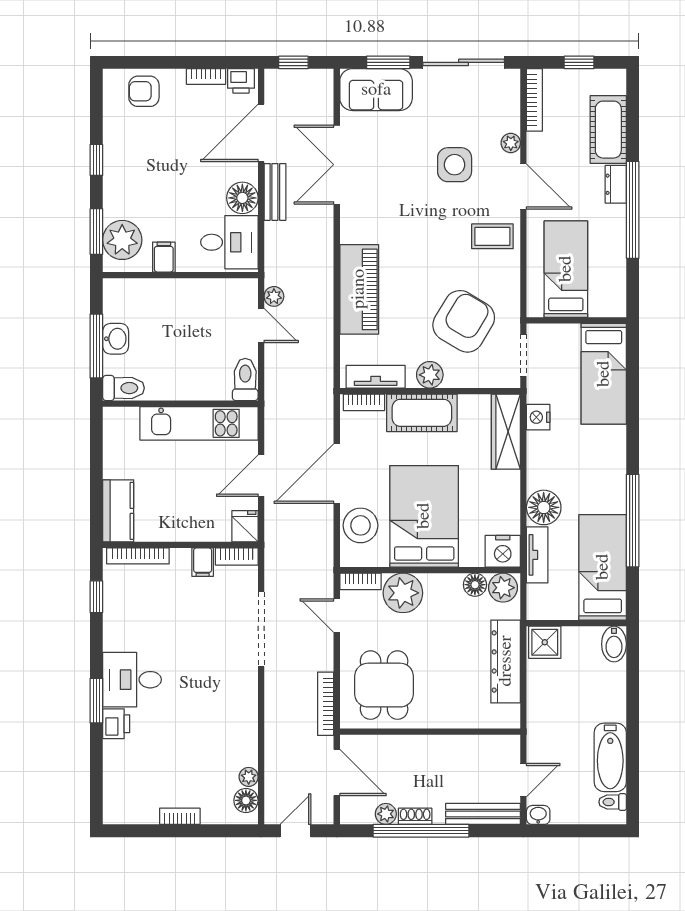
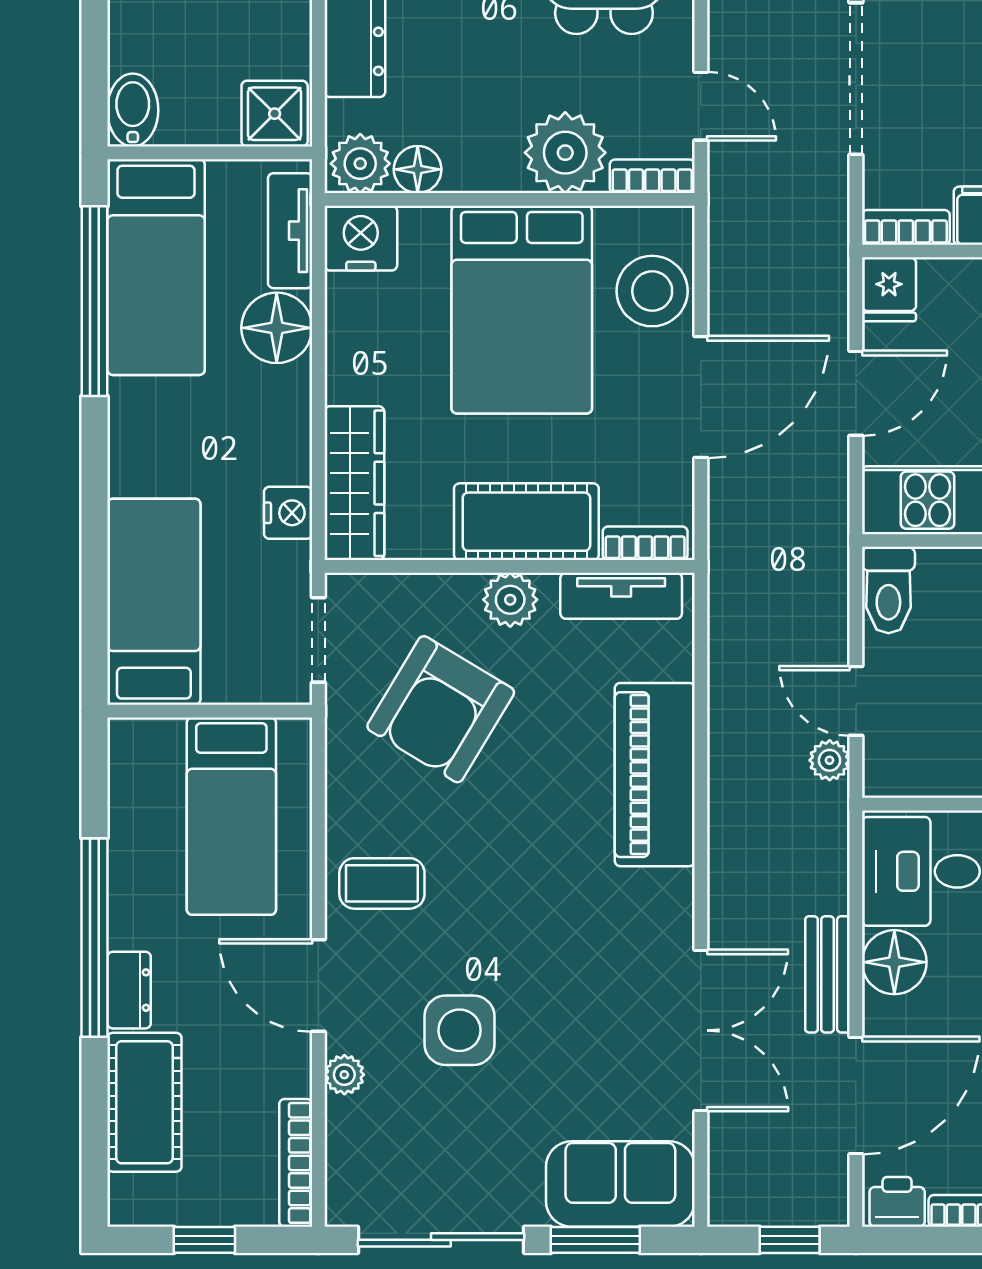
bed: (603, 567) -> (156, 267), moved
wall: (576, 623) -> (210, 153), moved
shower: (545, 642) -> (275, 114), moved
bidet: (614, 644) -> (133, 110), moved

